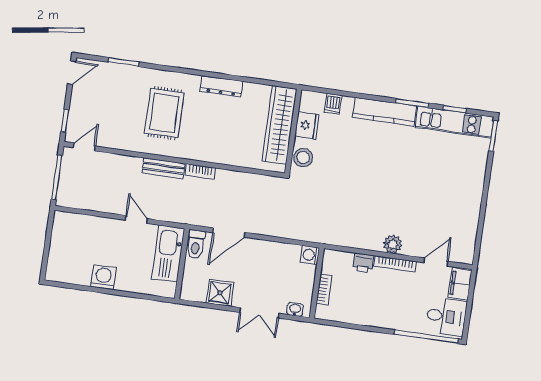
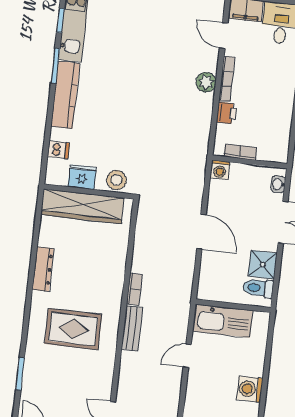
door: (229, 233) -> (201, 232), moved
toilet: (196, 244) -> (258, 288), moved, turned 180
bookcase: (324, 290) -> (240, 152), moved

